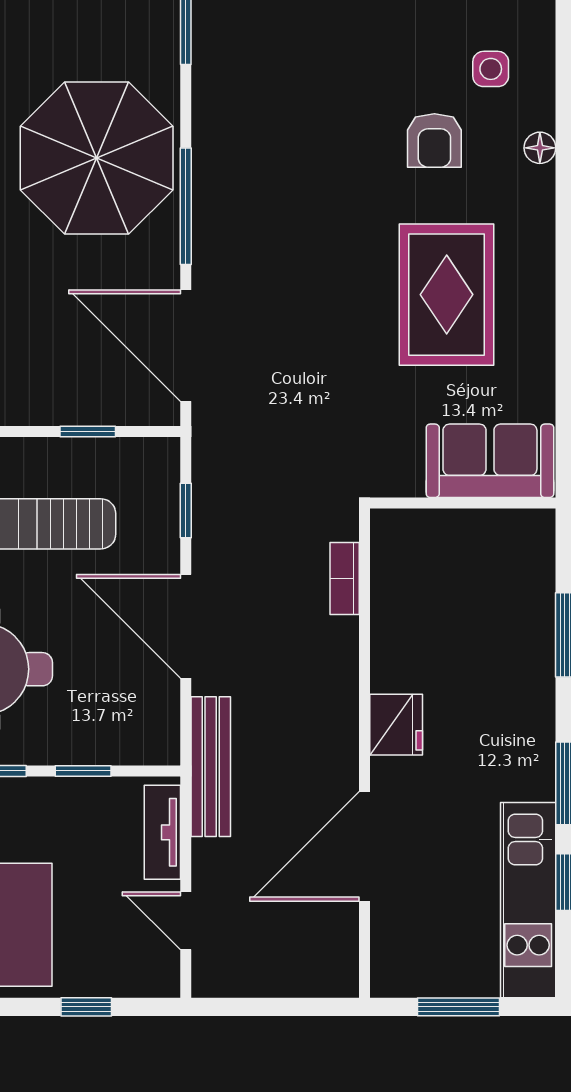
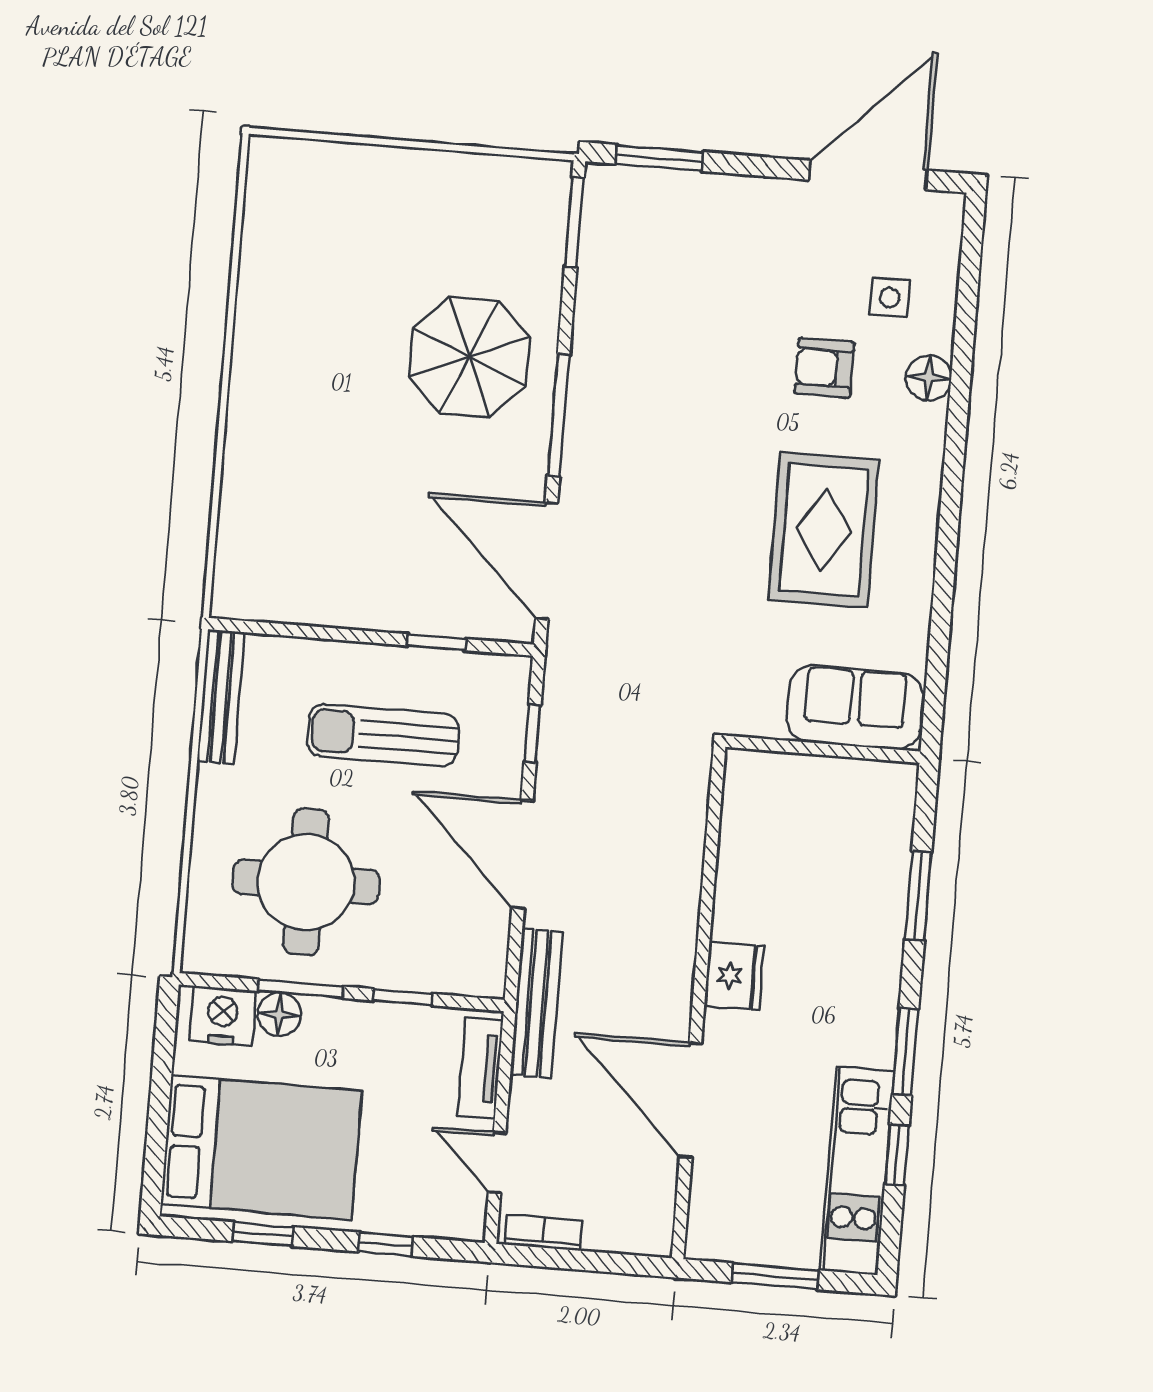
armchair: (434, 141) -> (824, 368), turned 90
floor lamp: (540, 148) -> (929, 378), width x1.37, depth x1.37
parasol: (97, 158) -> (469, 357), width x0.73, depth x0.73
bookcase: (345, 579) -> (544, 1233), moved, turned 90
door: (364, 846) -> (690, 1100), hinge flipped

